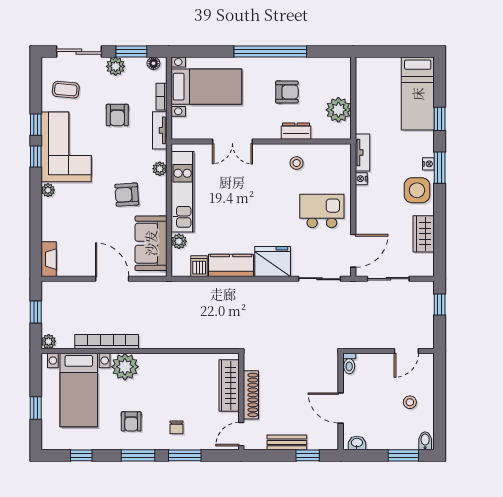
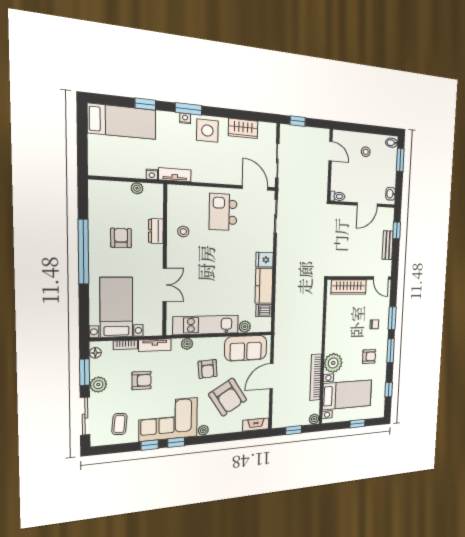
plant: (338, 110) -> (137, 188), width x0.53, depth x0.53
nightstand: (361, 179) -> (152, 174), moved
armchair: (89, 221) -> (228, 397), added
fridge: (273, 262) -> (265, 260), width x0.53, depth x0.75
shoe rack: (251, 395) -> (356, 271), removed

